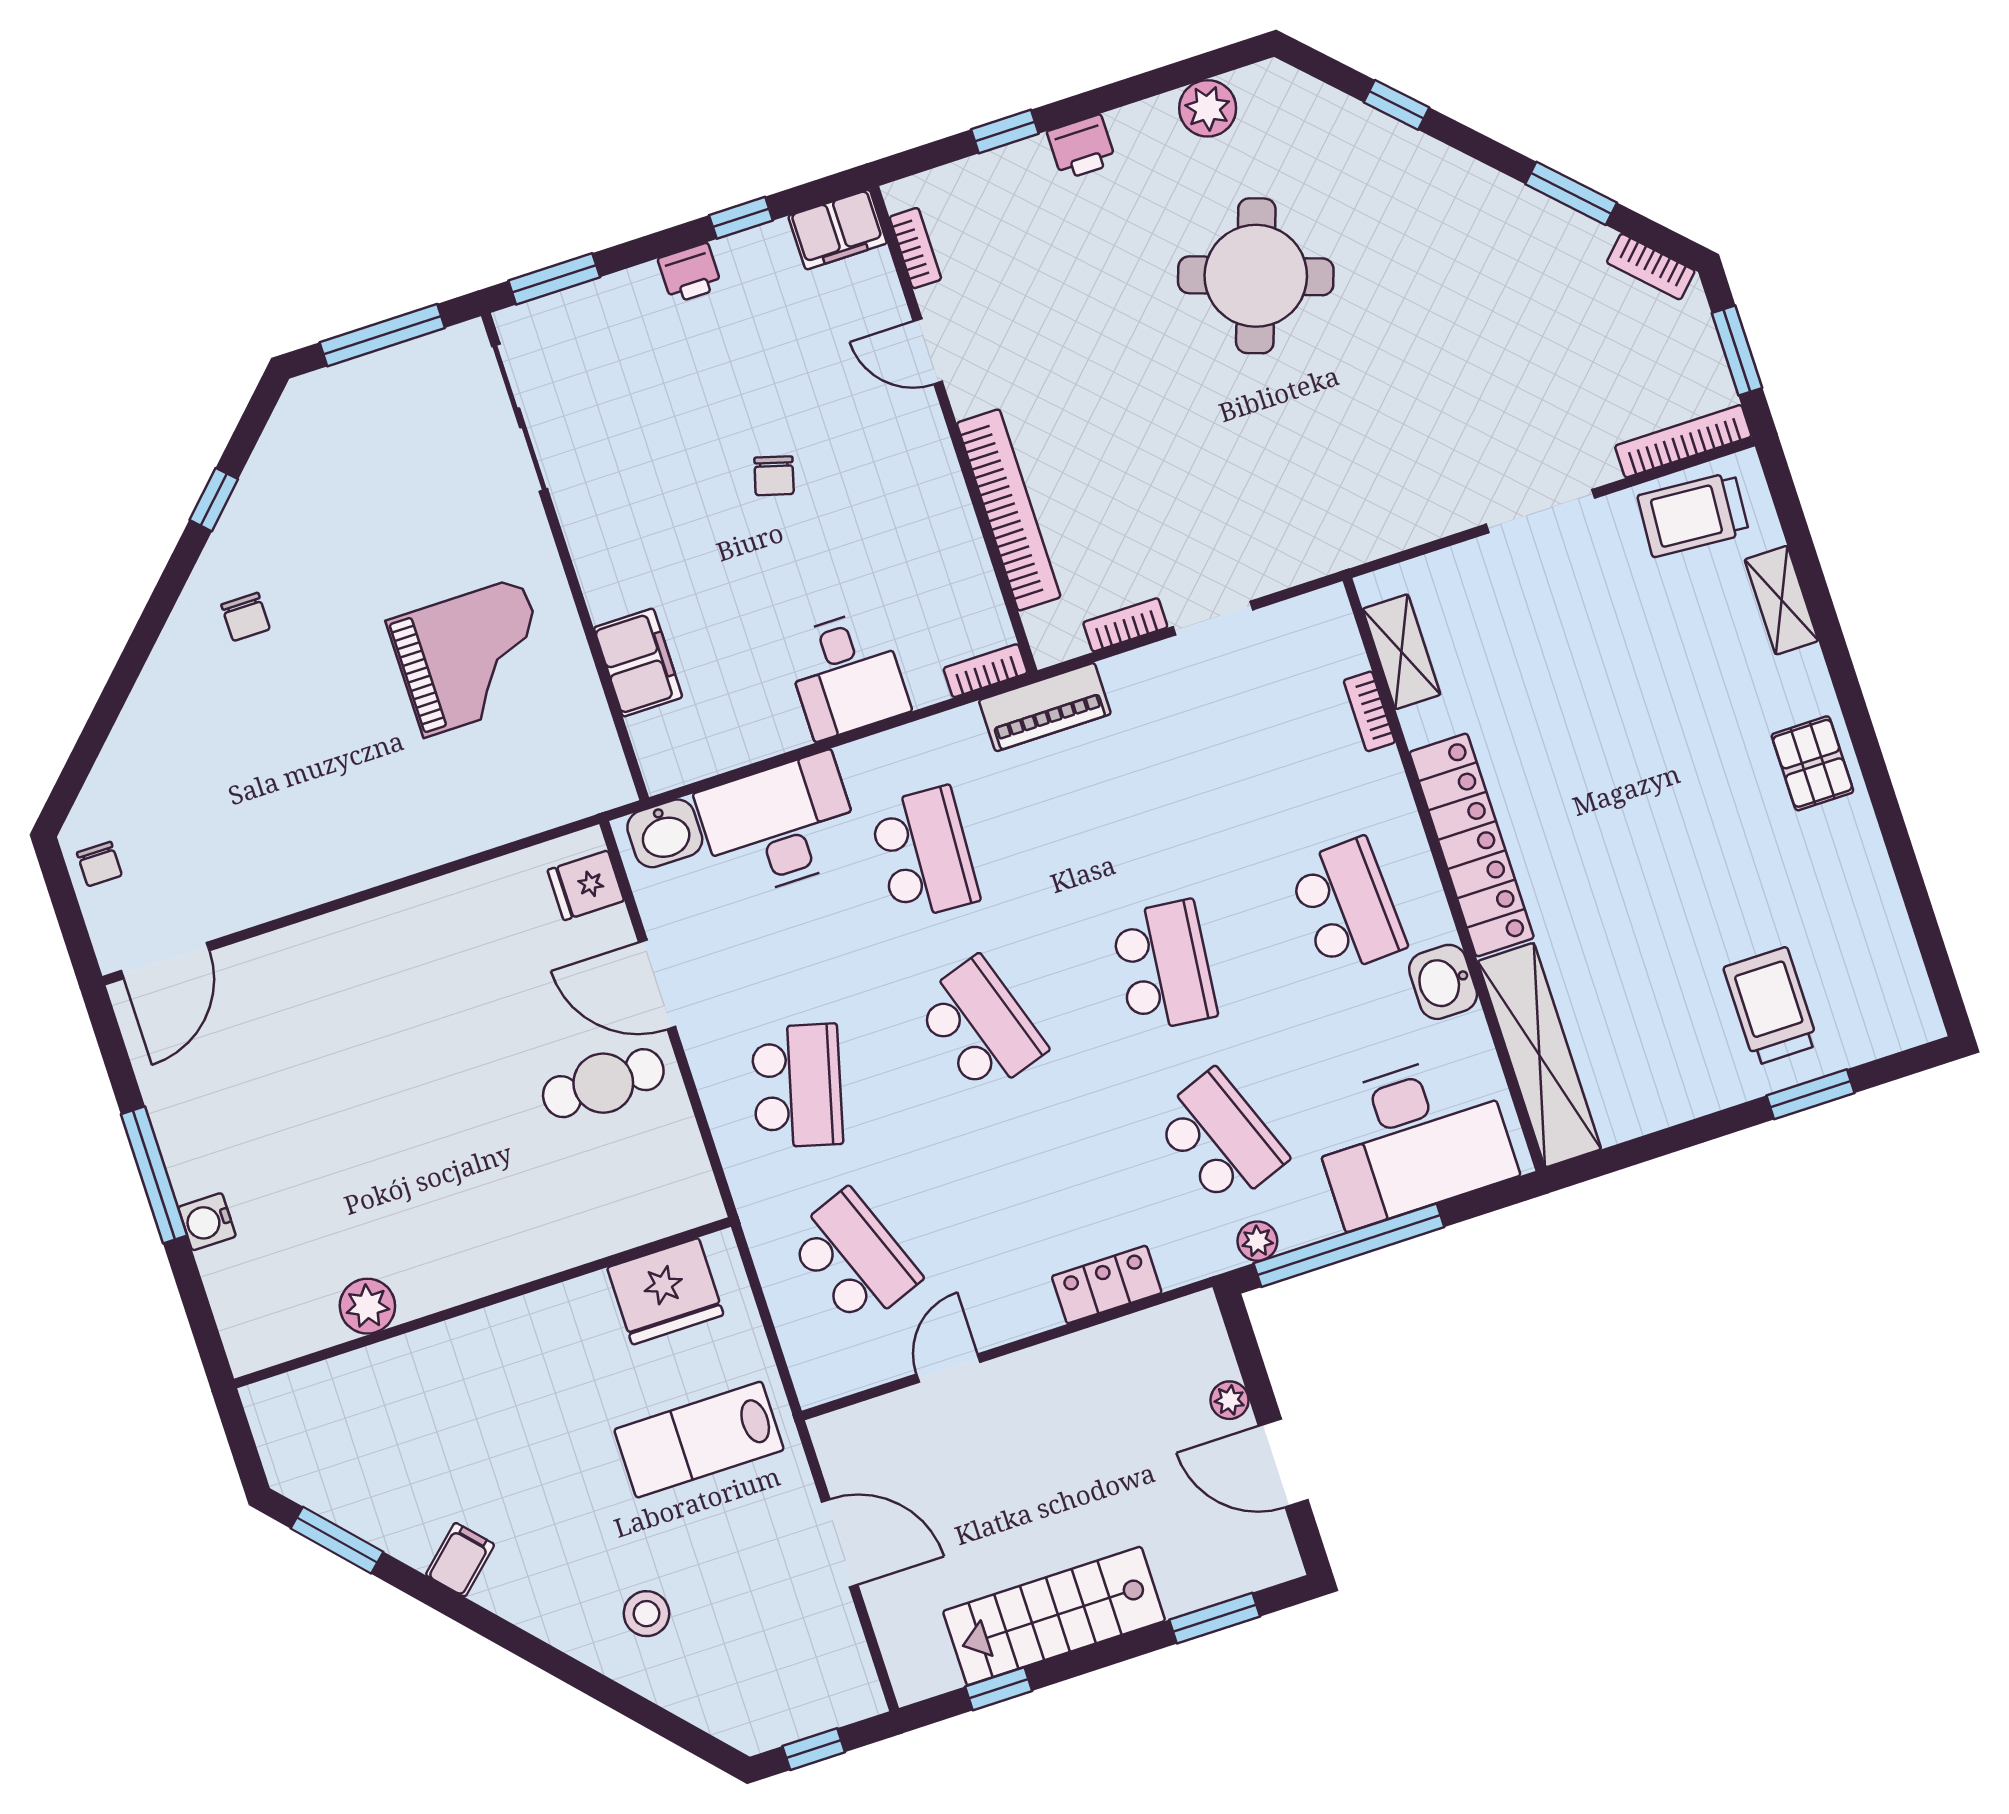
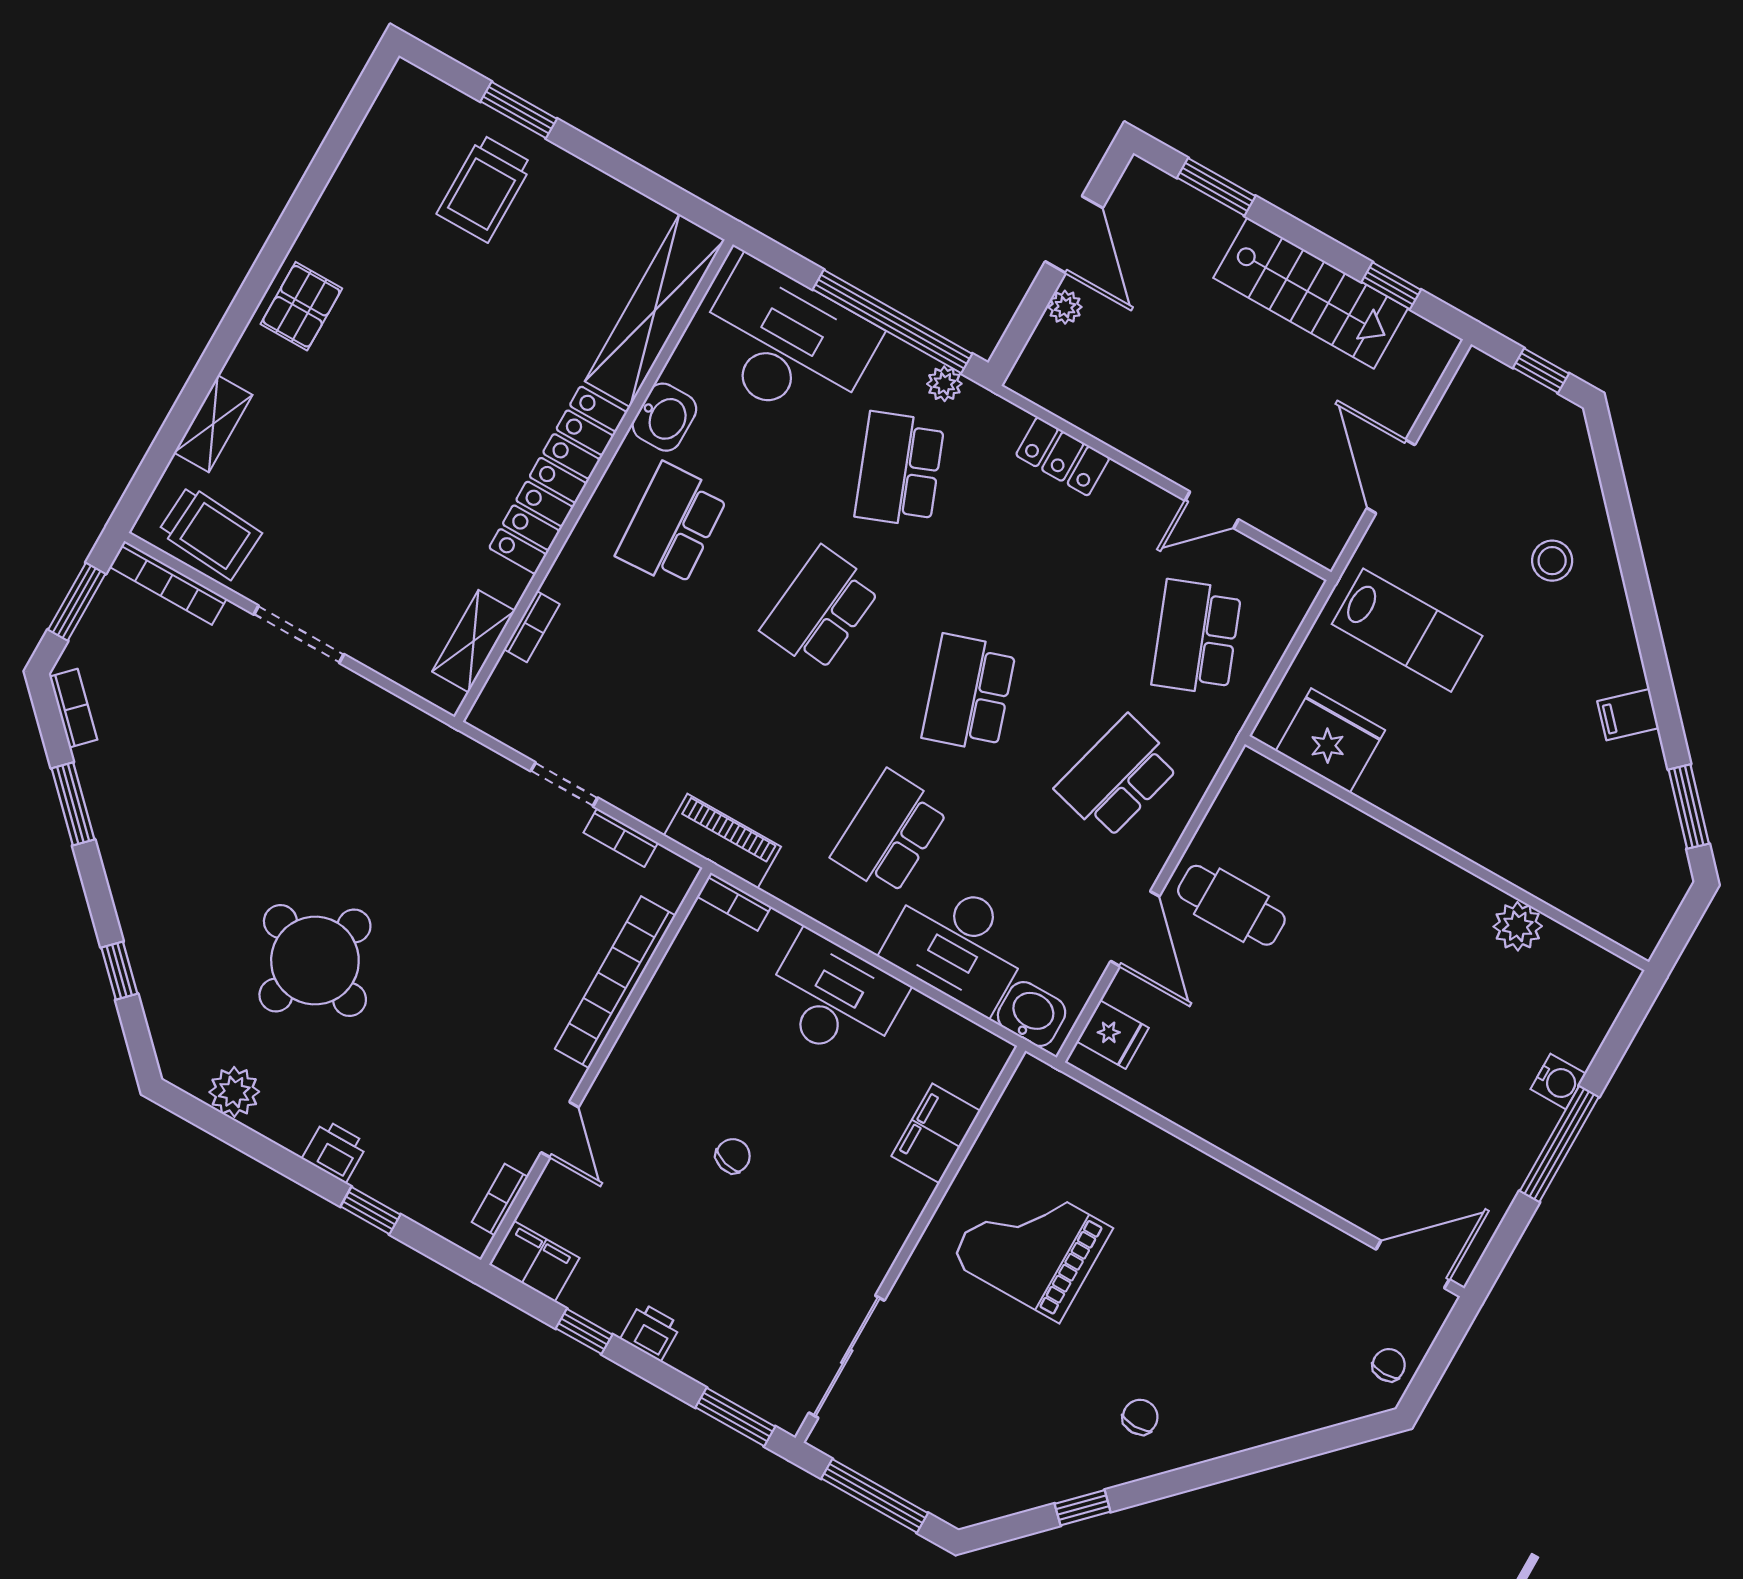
desk: (847, 674) -> (834, 998), width x1.37

